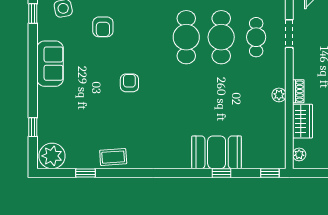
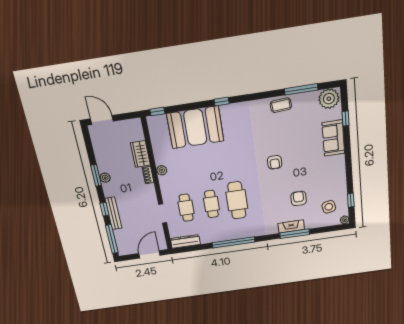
cafe table: (221, 37) -> (211, 204), width x0.73, depth x0.74
sofa: (50, 64) -> (333, 138), moved
booth: (217, 152) -> (195, 127), width x1.36, depth x1.42
plant: (299, 154) -> (138, 129), removed
window: (86, 173) -> (301, 89), width x2.17
window: (221, 173) -> (222, 102), moved

